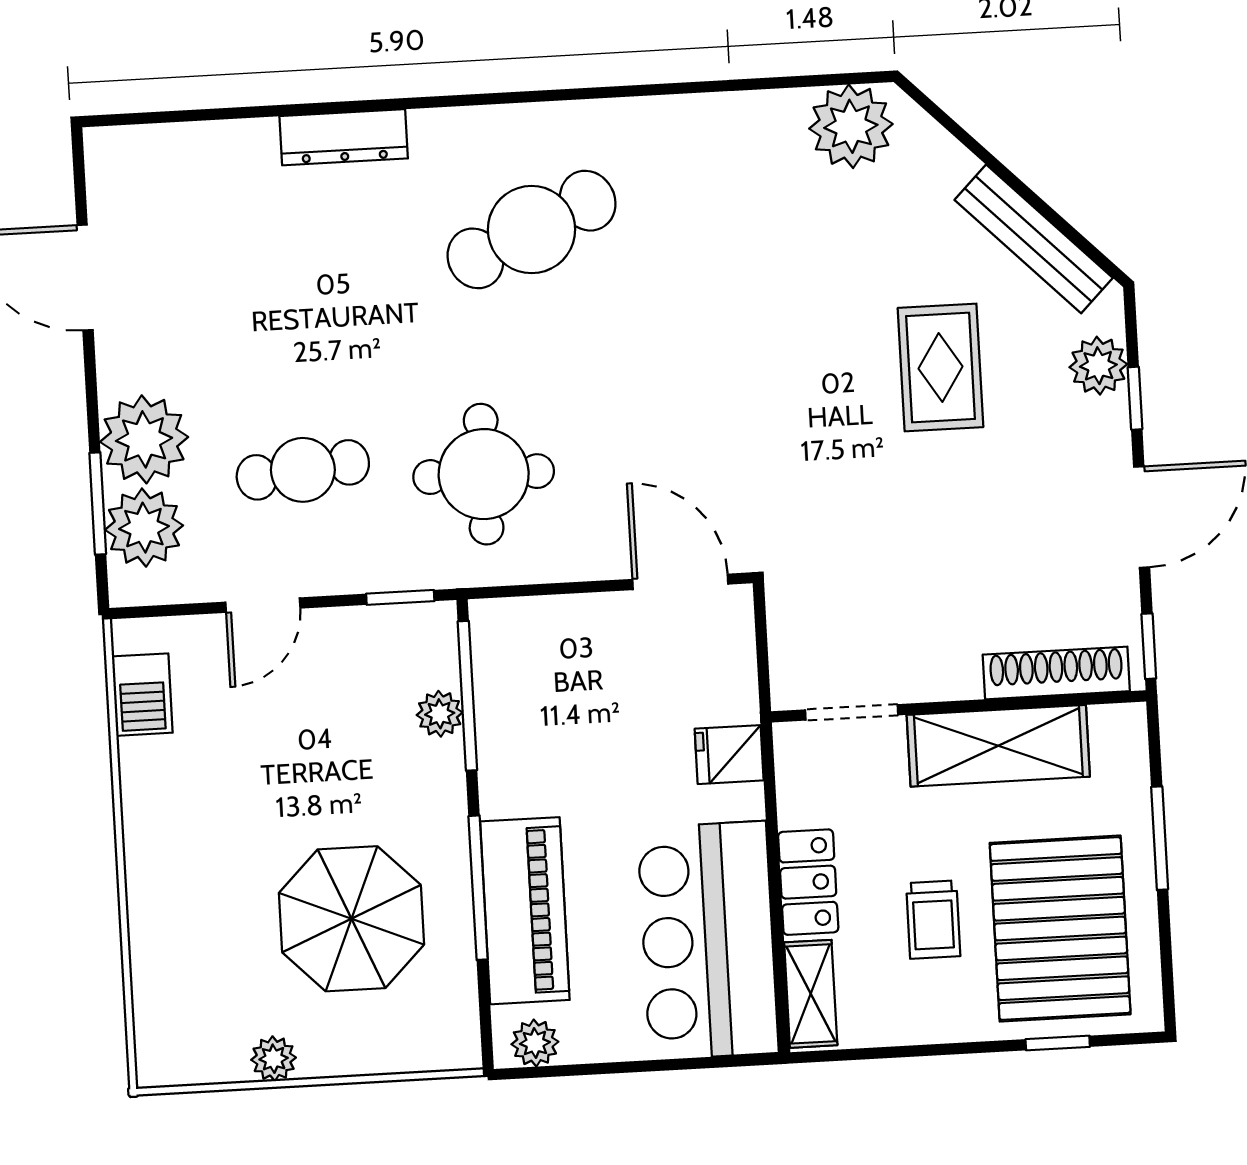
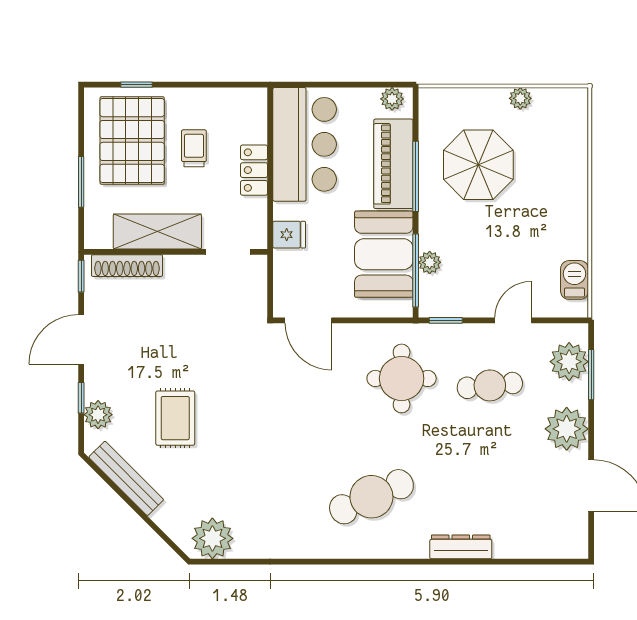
plant: (144, 439) -> (567, 429), moved
booth: (534, 725) -> (384, 254), added
shelving: (811, 994) -> (256, 115), removed

